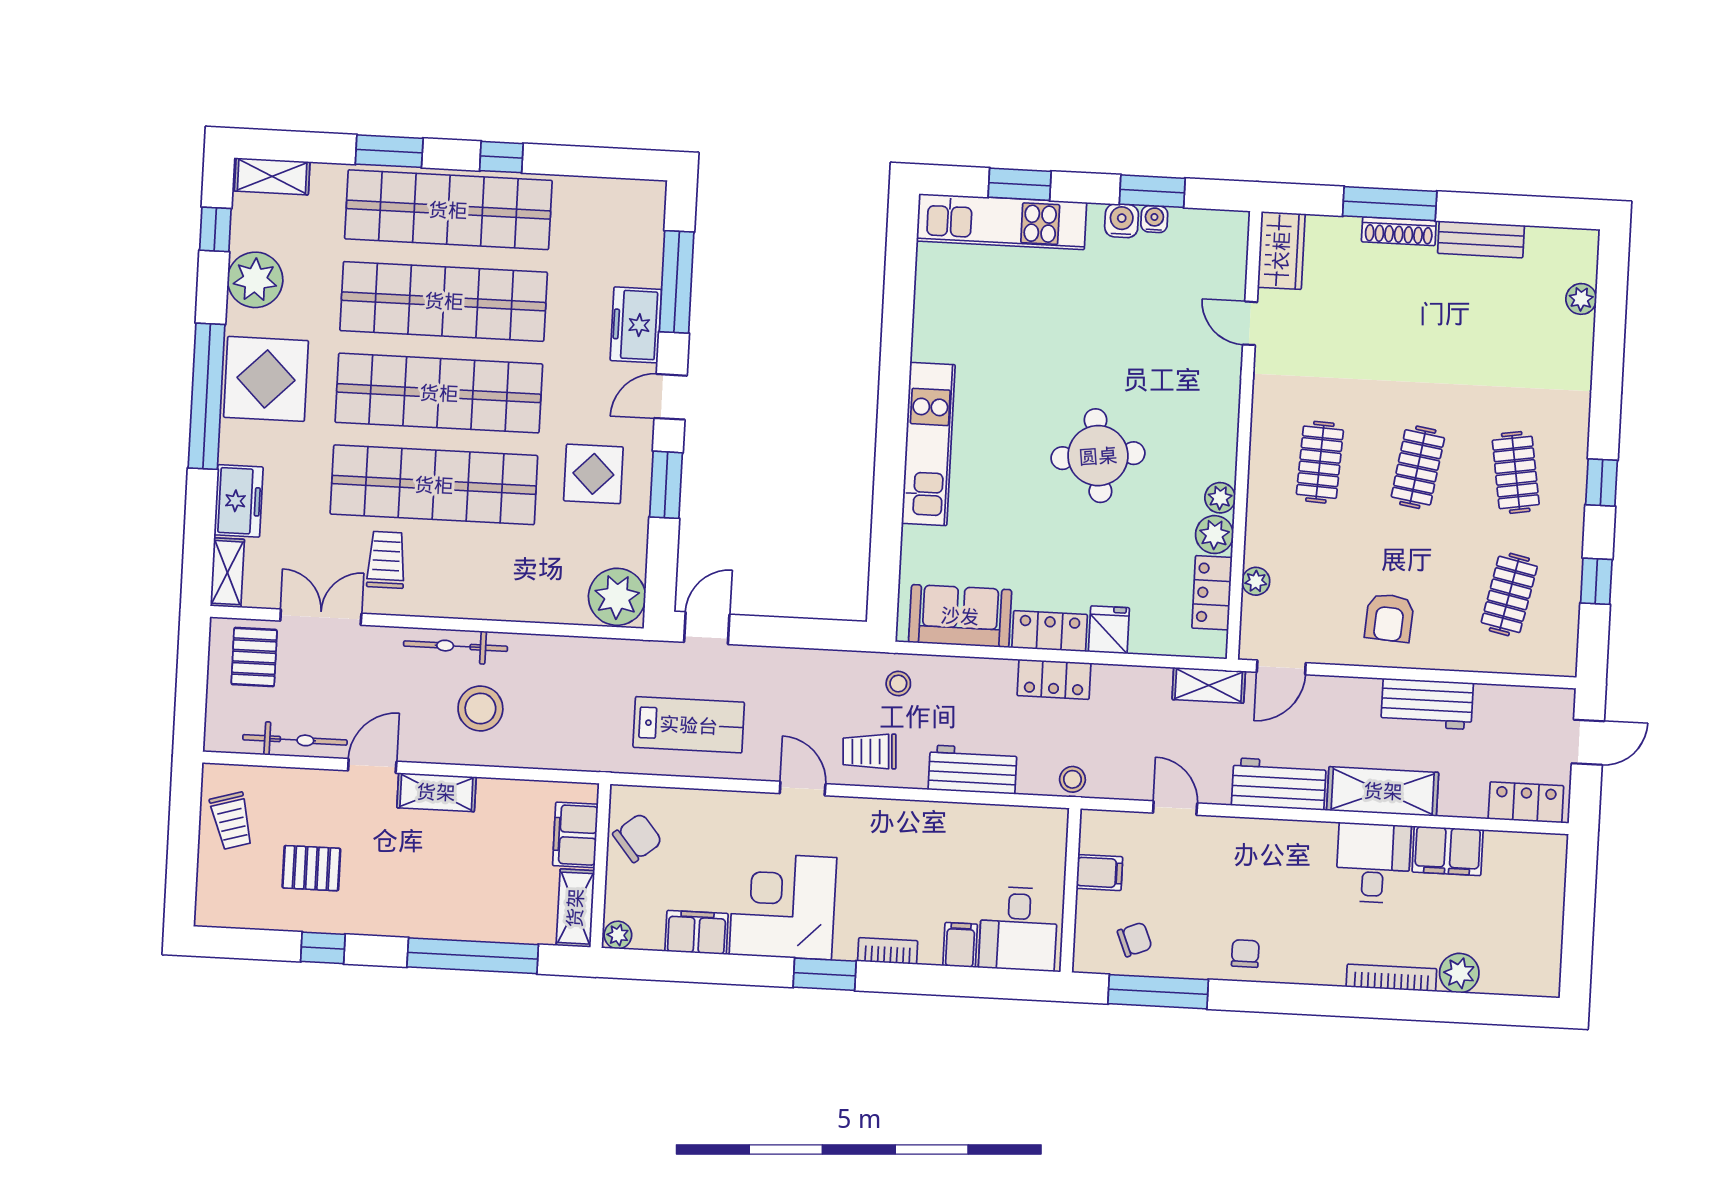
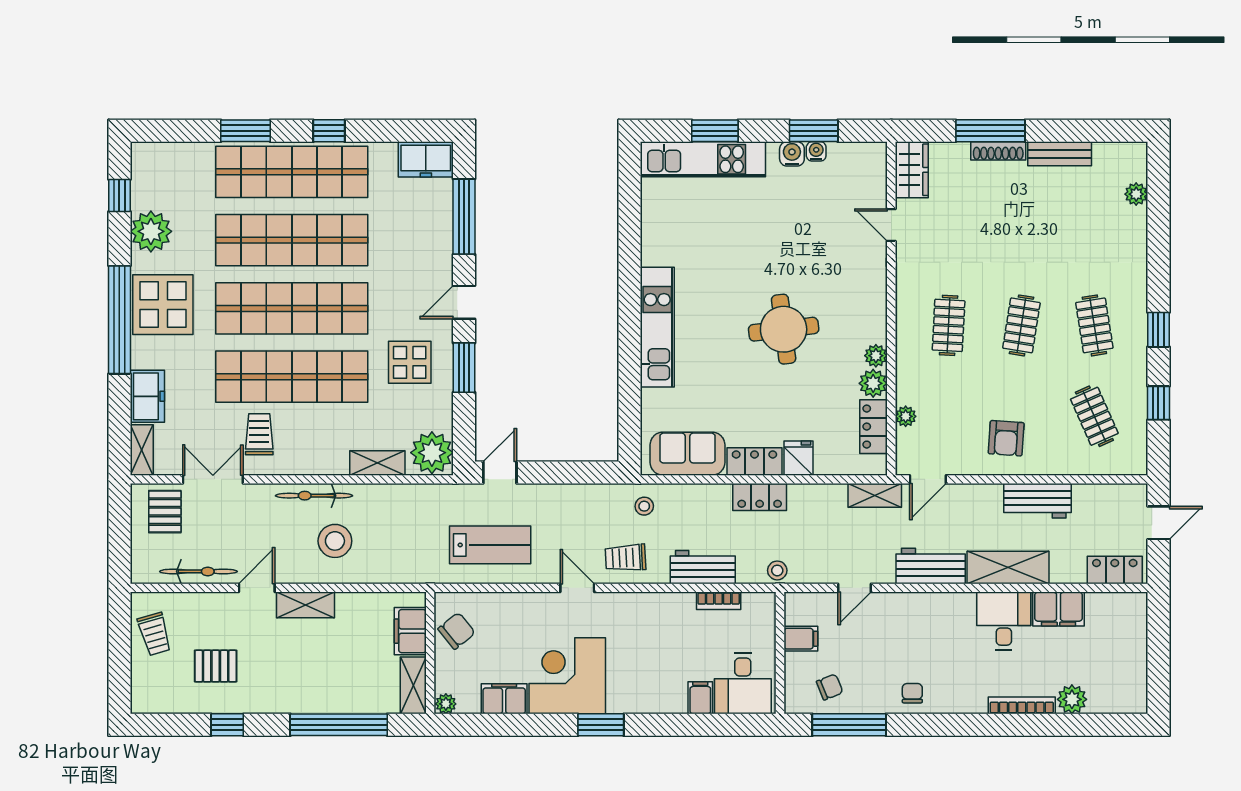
shelving: (272, 176) -> (377, 463), moved
freezer: (636, 325) -> (426, 159), moved, turned -90
clothes rail: (1509, 594) -> (1094, 416), turned -36
door: (1175, 808) -> (855, 588), swing flipped
bookcase: (888, 951) -> (719, 601), moved, turned 180

